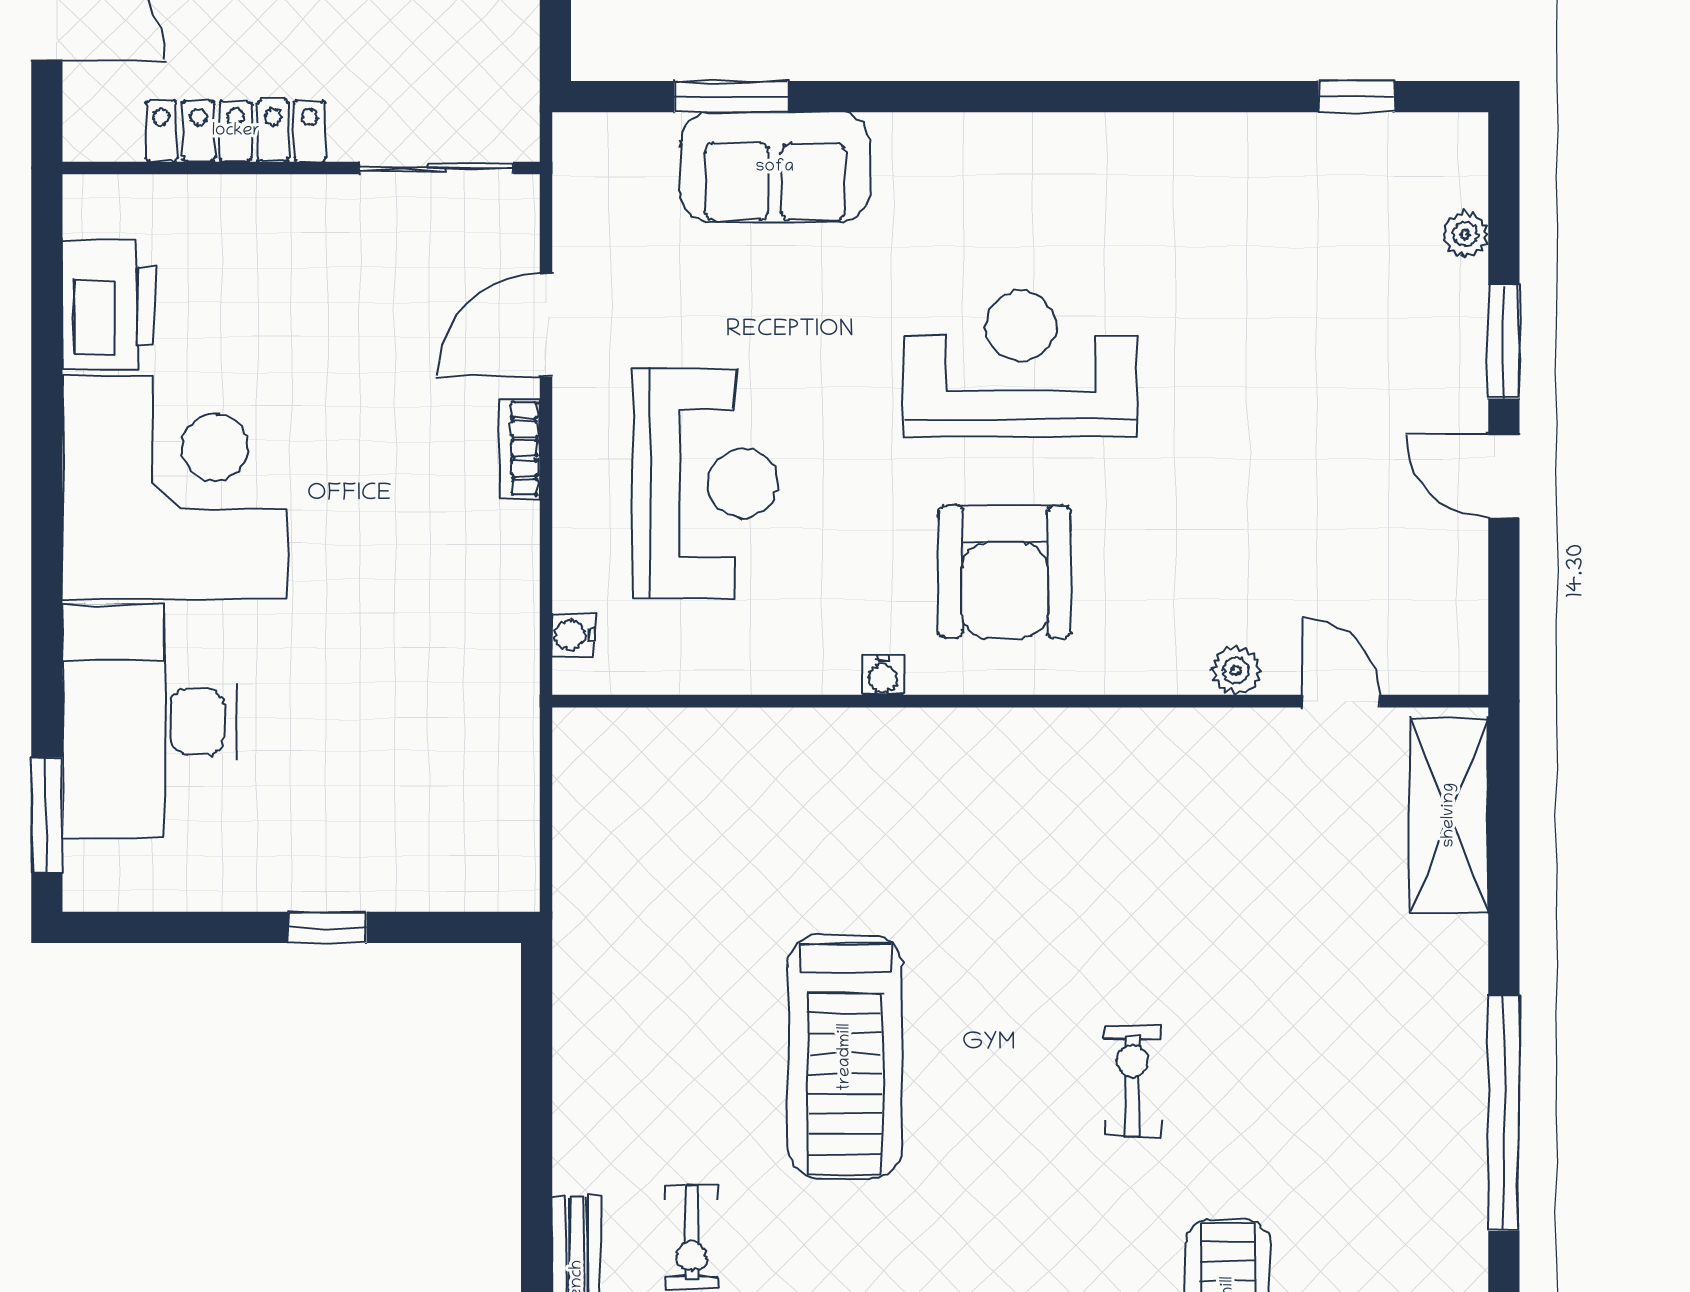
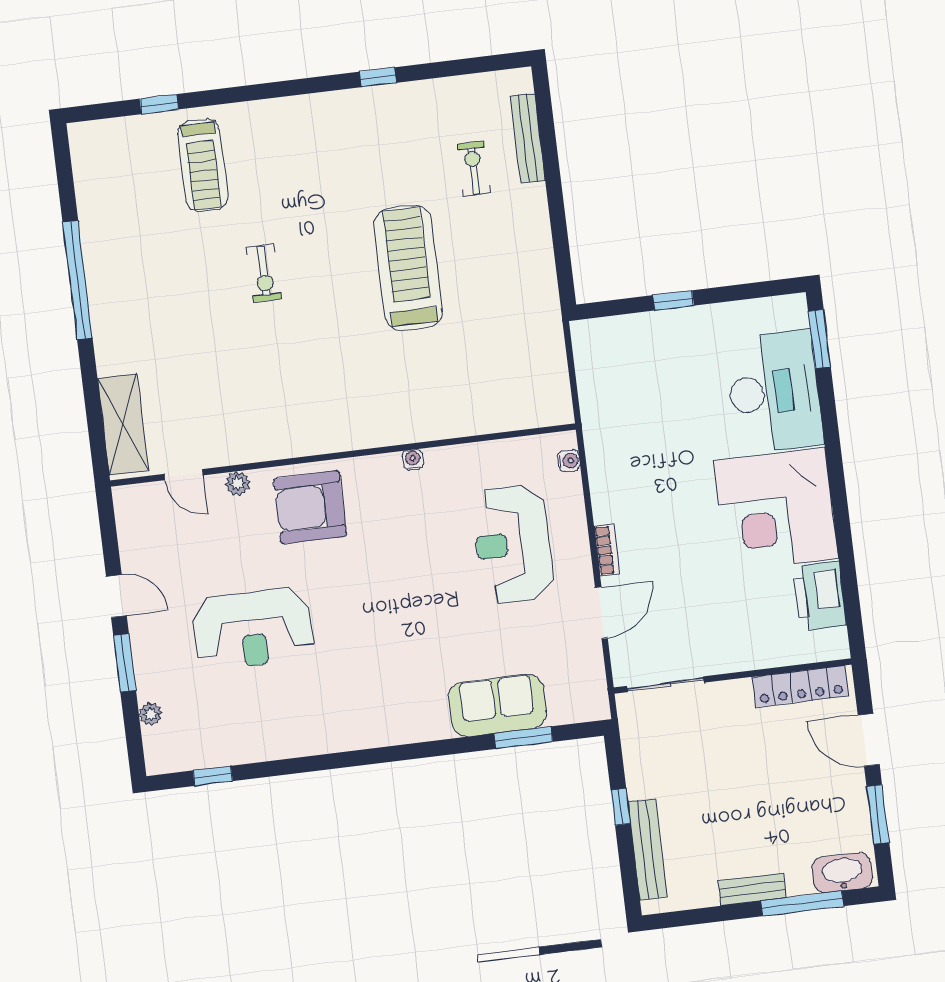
locker: (236, 131) -> (800, 686), moved
reception desk: (1021, 364) -> (253, 629), moved
armchair: (1005, 572) -> (310, 507), moved, turned -90

